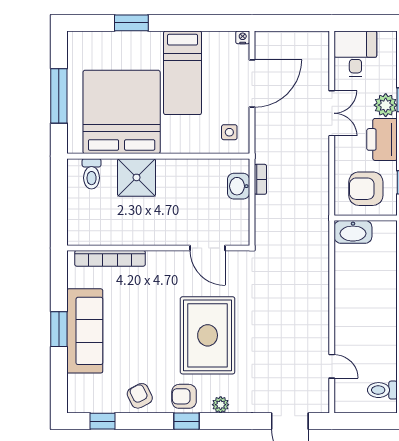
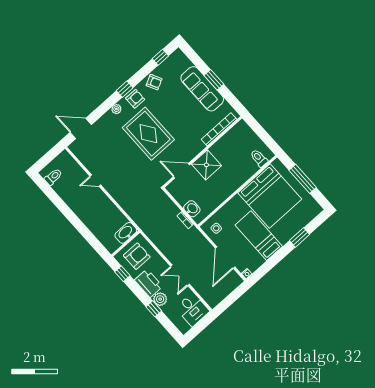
shower: (137, 177) -> (206, 165), moved
door: (332, 366) -> (95, 181), moved

